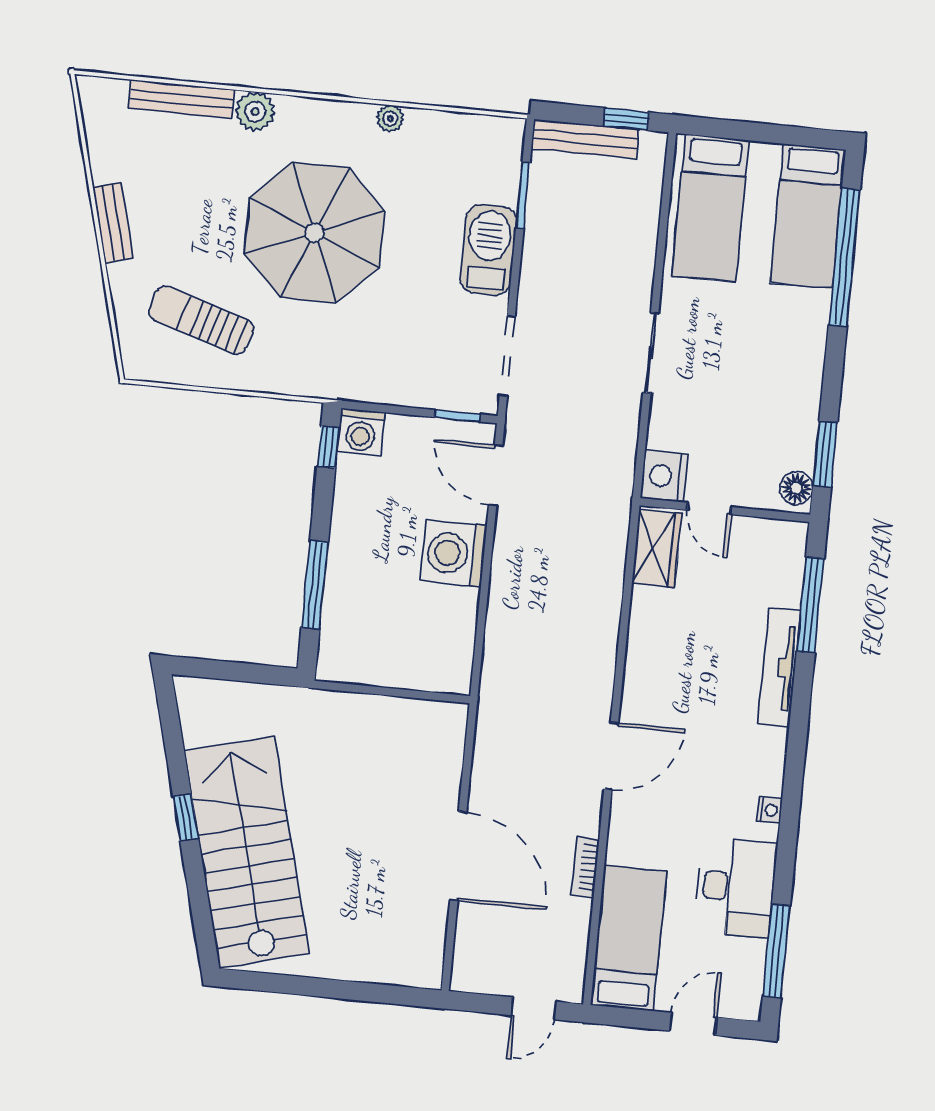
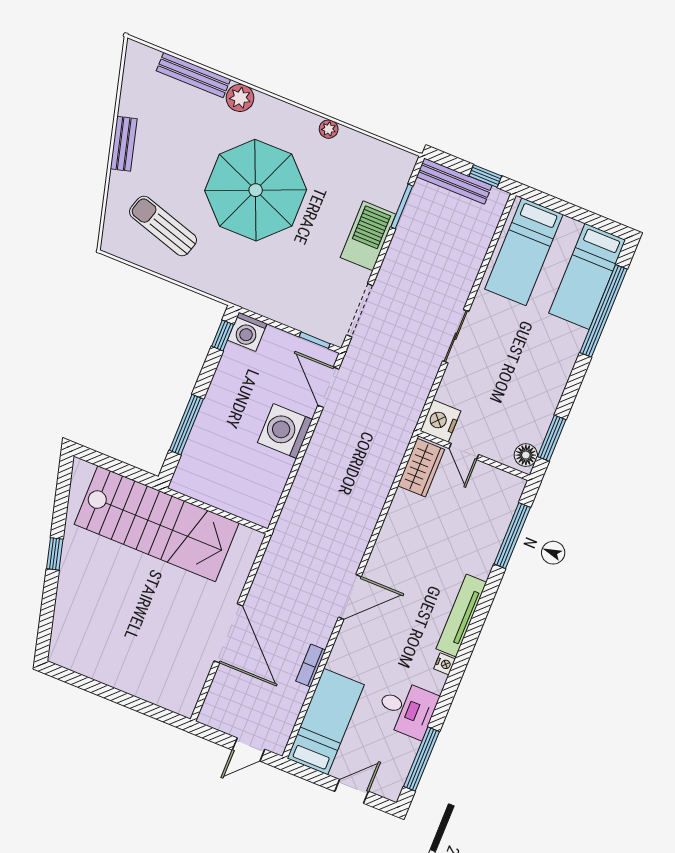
tv unit: (779, 668) -> (461, 616), moved
stairs: (247, 852) -> (157, 524), moved, turned 105
desk: (736, 887) -> (407, 709), width x0.73

